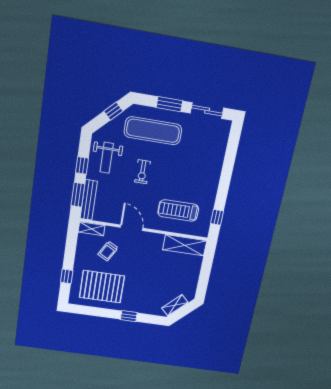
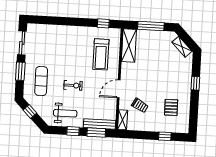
exercise mat: (153, 131) -> (41, 81), width x0.73, depth x0.69
window: (205, 273) -> (151, 26), added
pallet: (102, 287) -> (171, 107), width x0.49, depth x0.50

